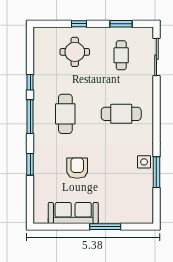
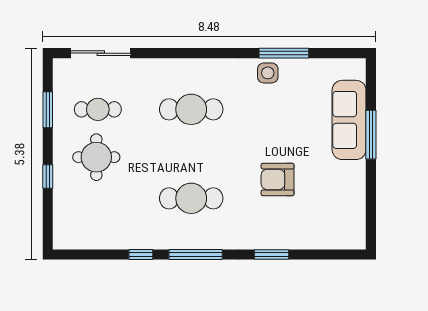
round table: (75, 52) -> (96, 157), moved
cafe table: (121, 114) -> (191, 109), turned 90
sofa: (73, 213) -> (349, 120), moved

